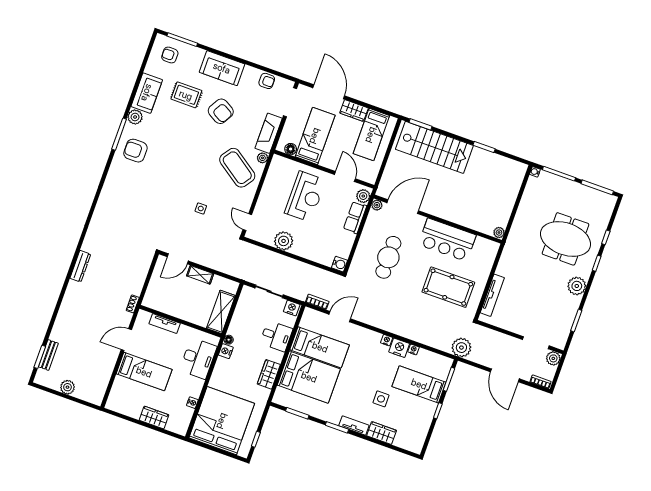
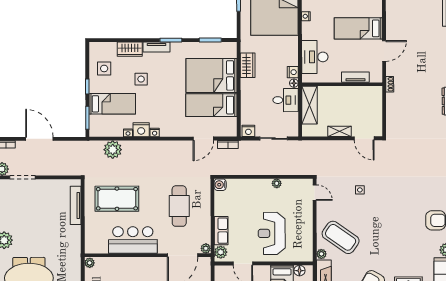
plant: (284, 241) -> (277, 183), width x0.53, depth x0.53
door: (178, 259) -> (364, 138), swing flipped
desk: (276, 336) -> (286, 100), moved, turned 180
plant: (461, 348) -> (113, 150), moved
side table: (414, 423) -> (104, 68), added

